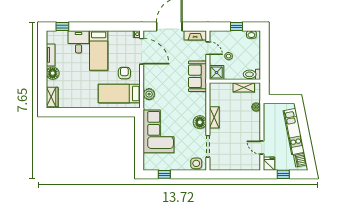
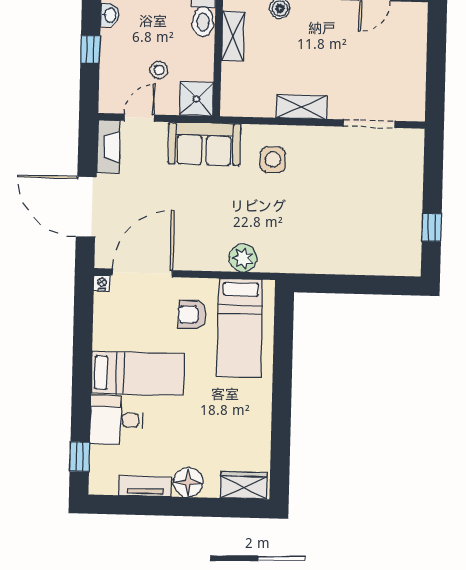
floor lamp: (200, 122) -> (312, 141), removed
corner sofa: (159, 131) -> (331, 238), removed
side table: (196, 163) -> (273, 160), moved

